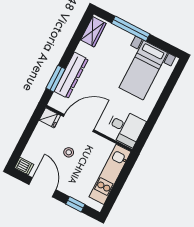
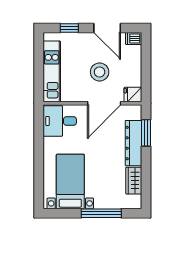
wardrobe: (93, 32) -> (134, 181), moved
stool: (69, 152) -> (100, 72), width x1.89, depth x1.89

